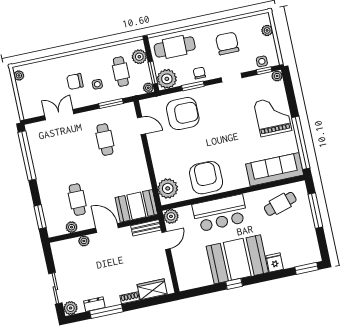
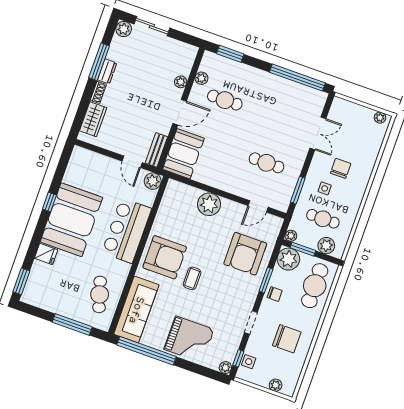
coffee table: (226, 142) -> (192, 278), added
armchair: (206, 178) -> (165, 257), moved
plant: (168, 188) -> (209, 204), moved
dresser: (94, 304) -> (107, 71), moved

